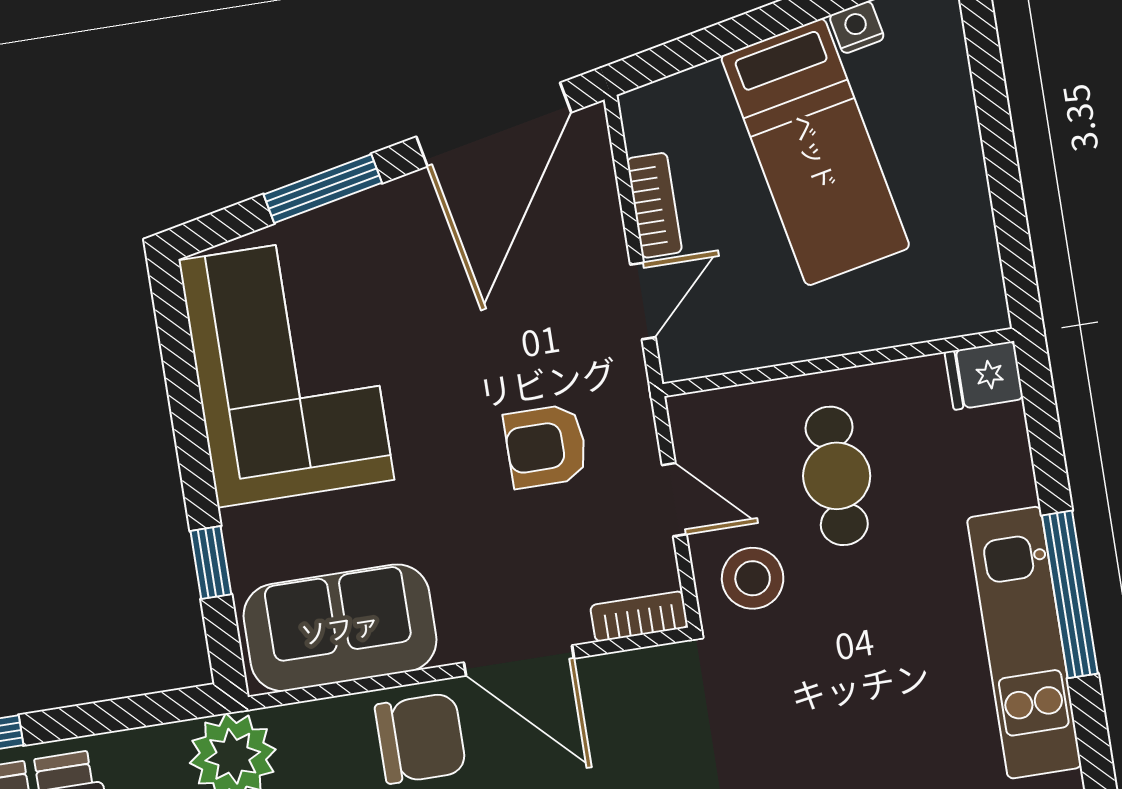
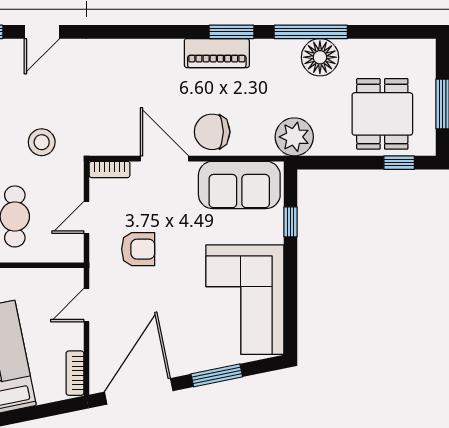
bookcase: (654, 205) -> (75, 373), moved
door: (674, 500) -> (86, 217), hinge flipped
stool: (753, 578) -> (42, 142), moved

